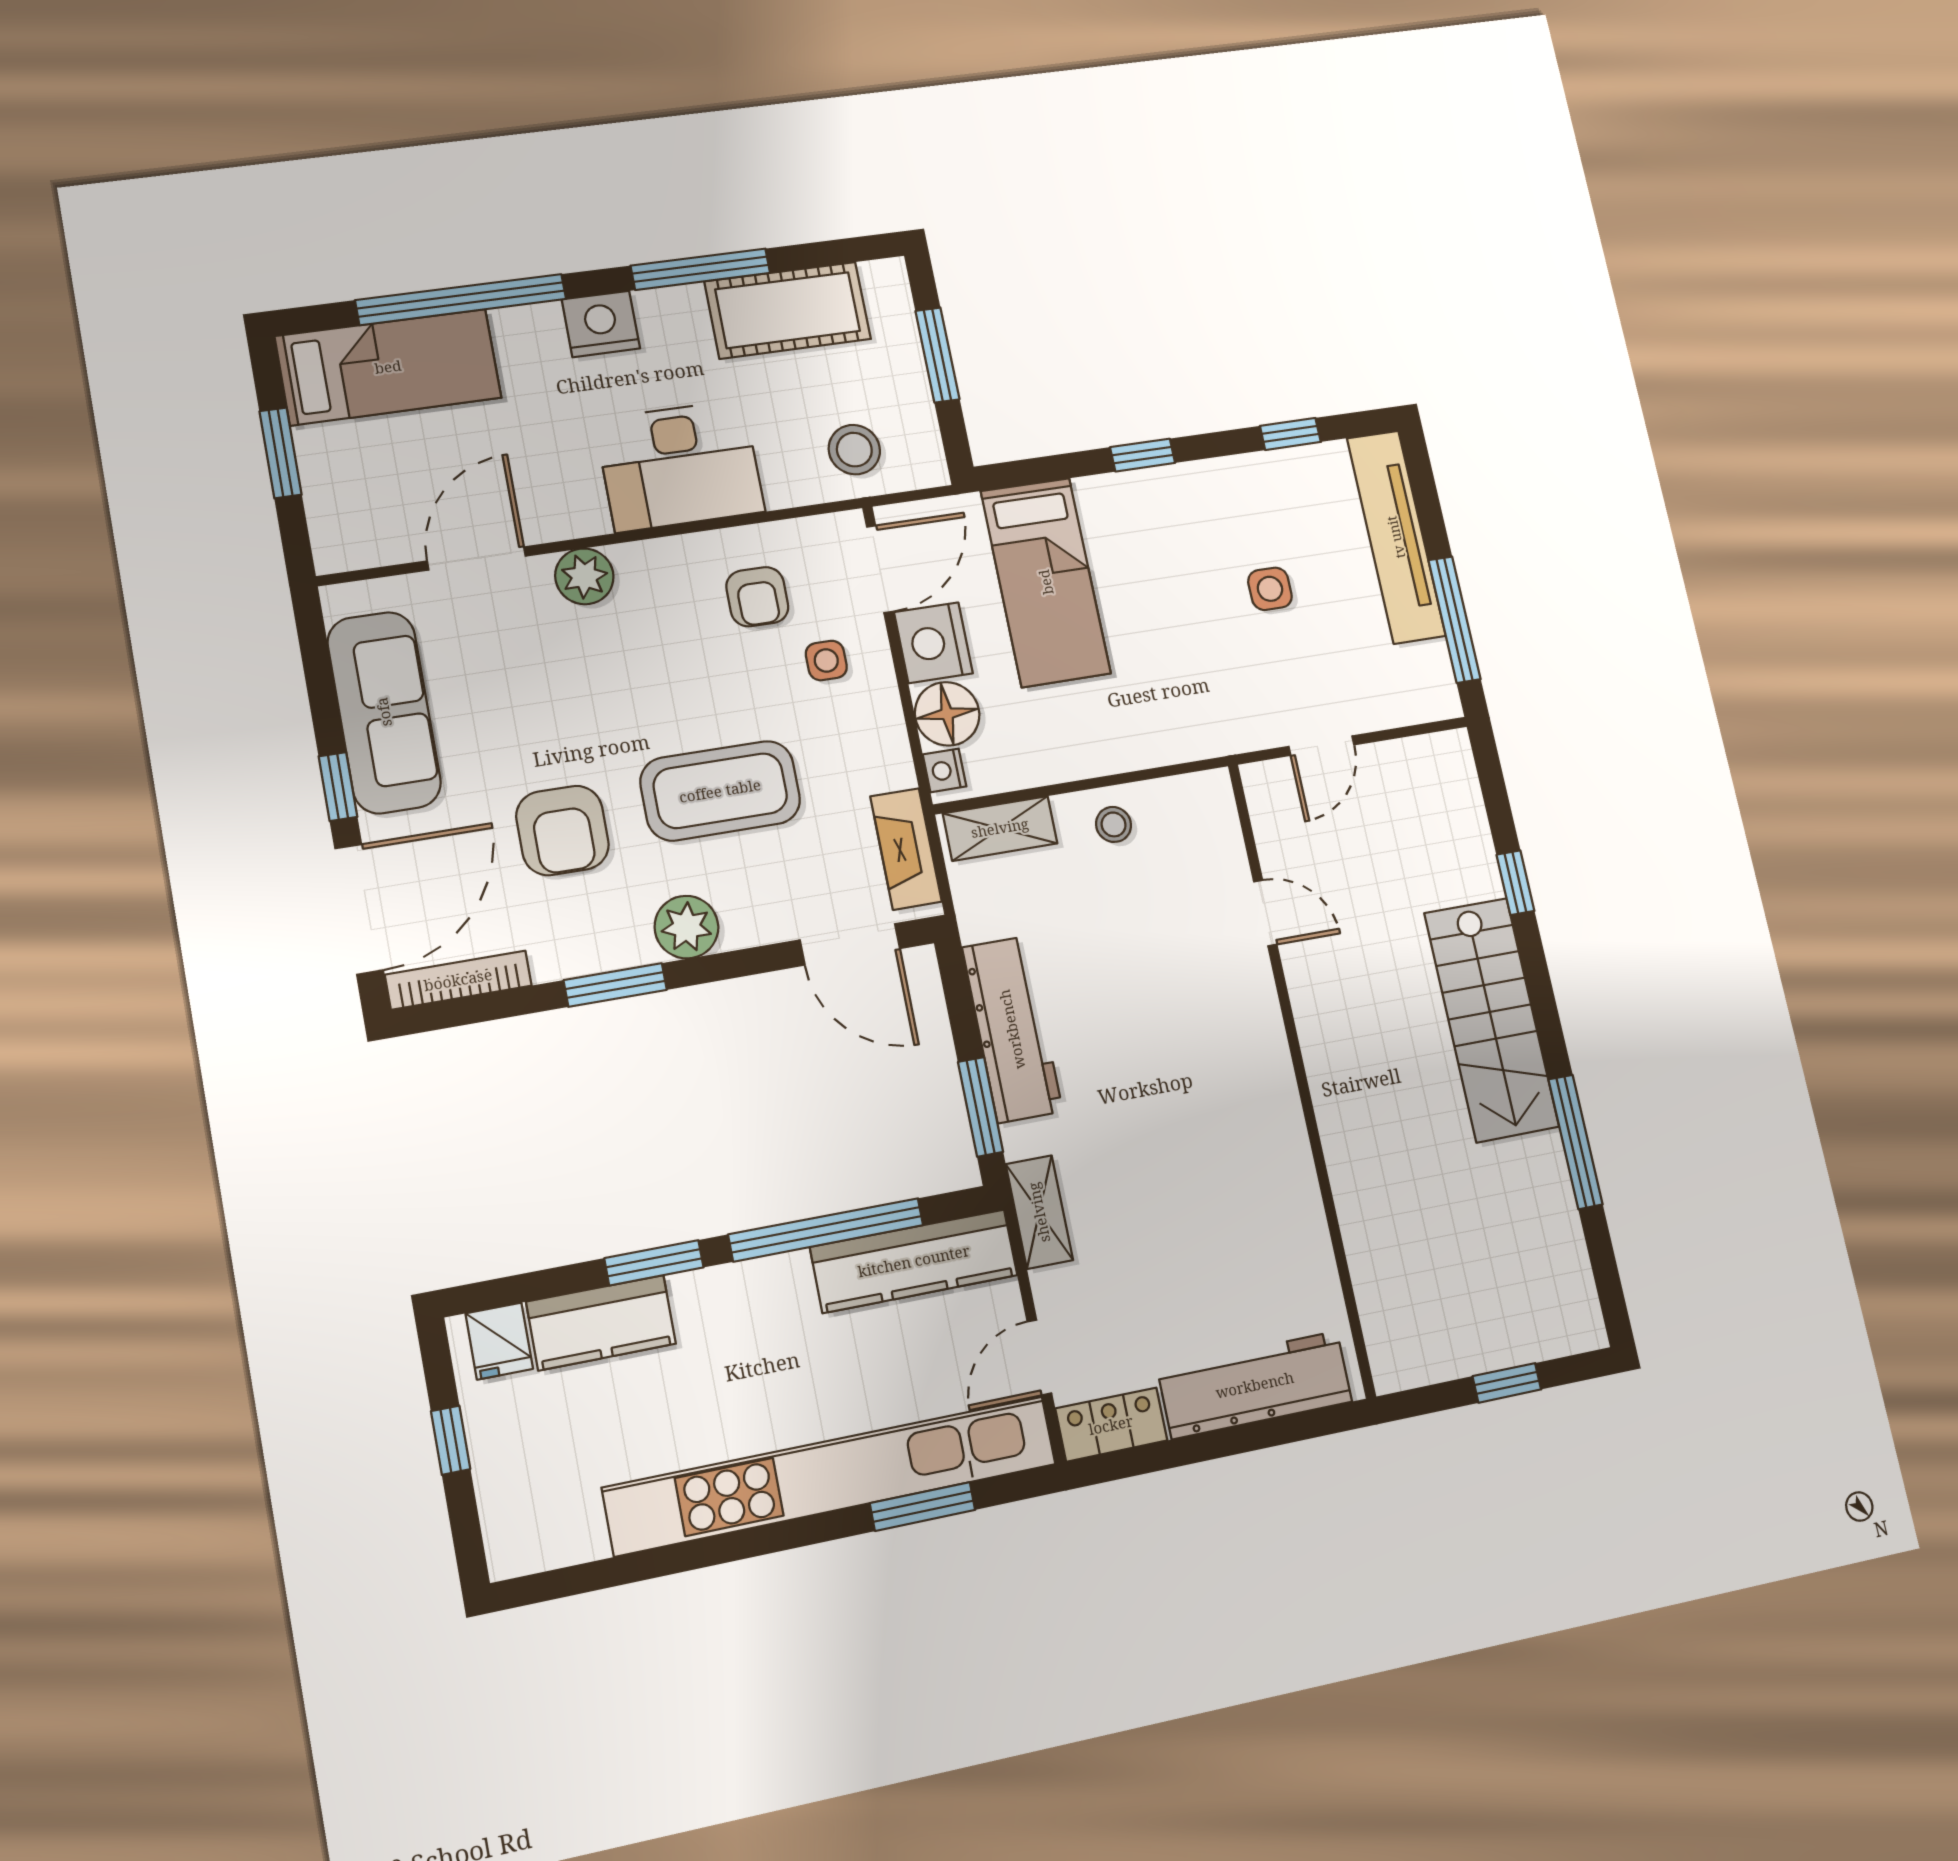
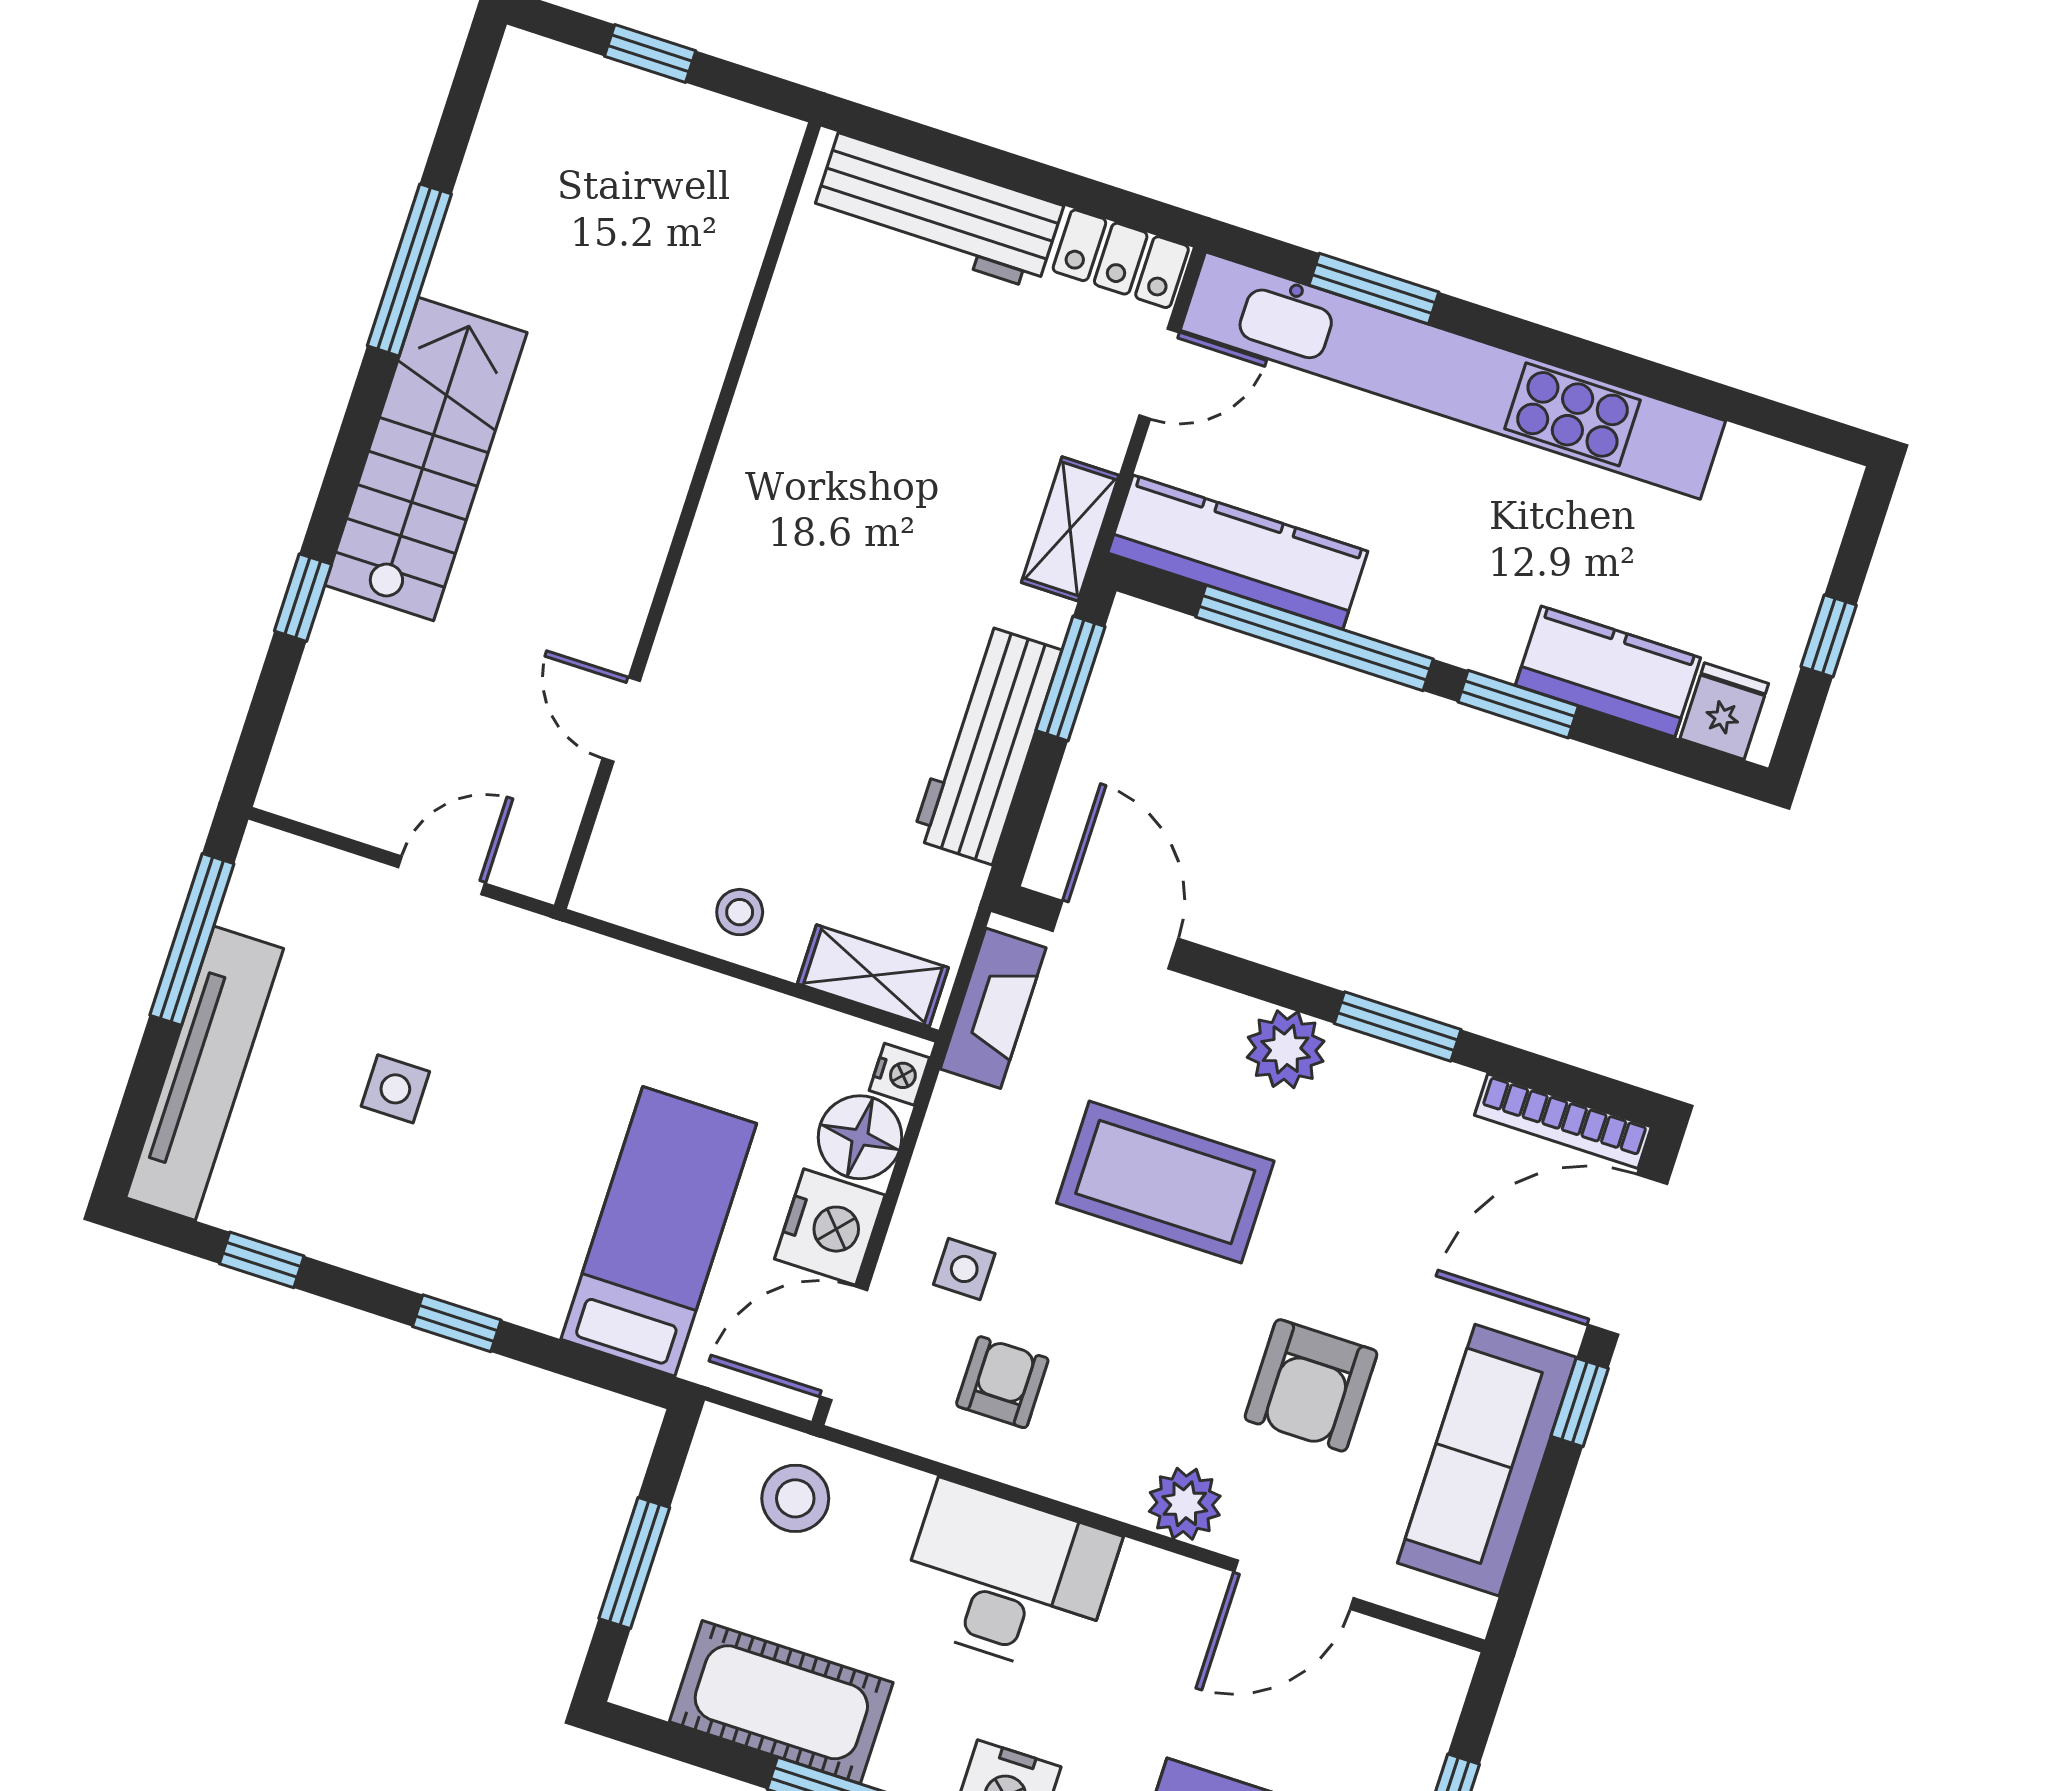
armchair: (562, 830) -> (1311, 1385), moved, turned 180

